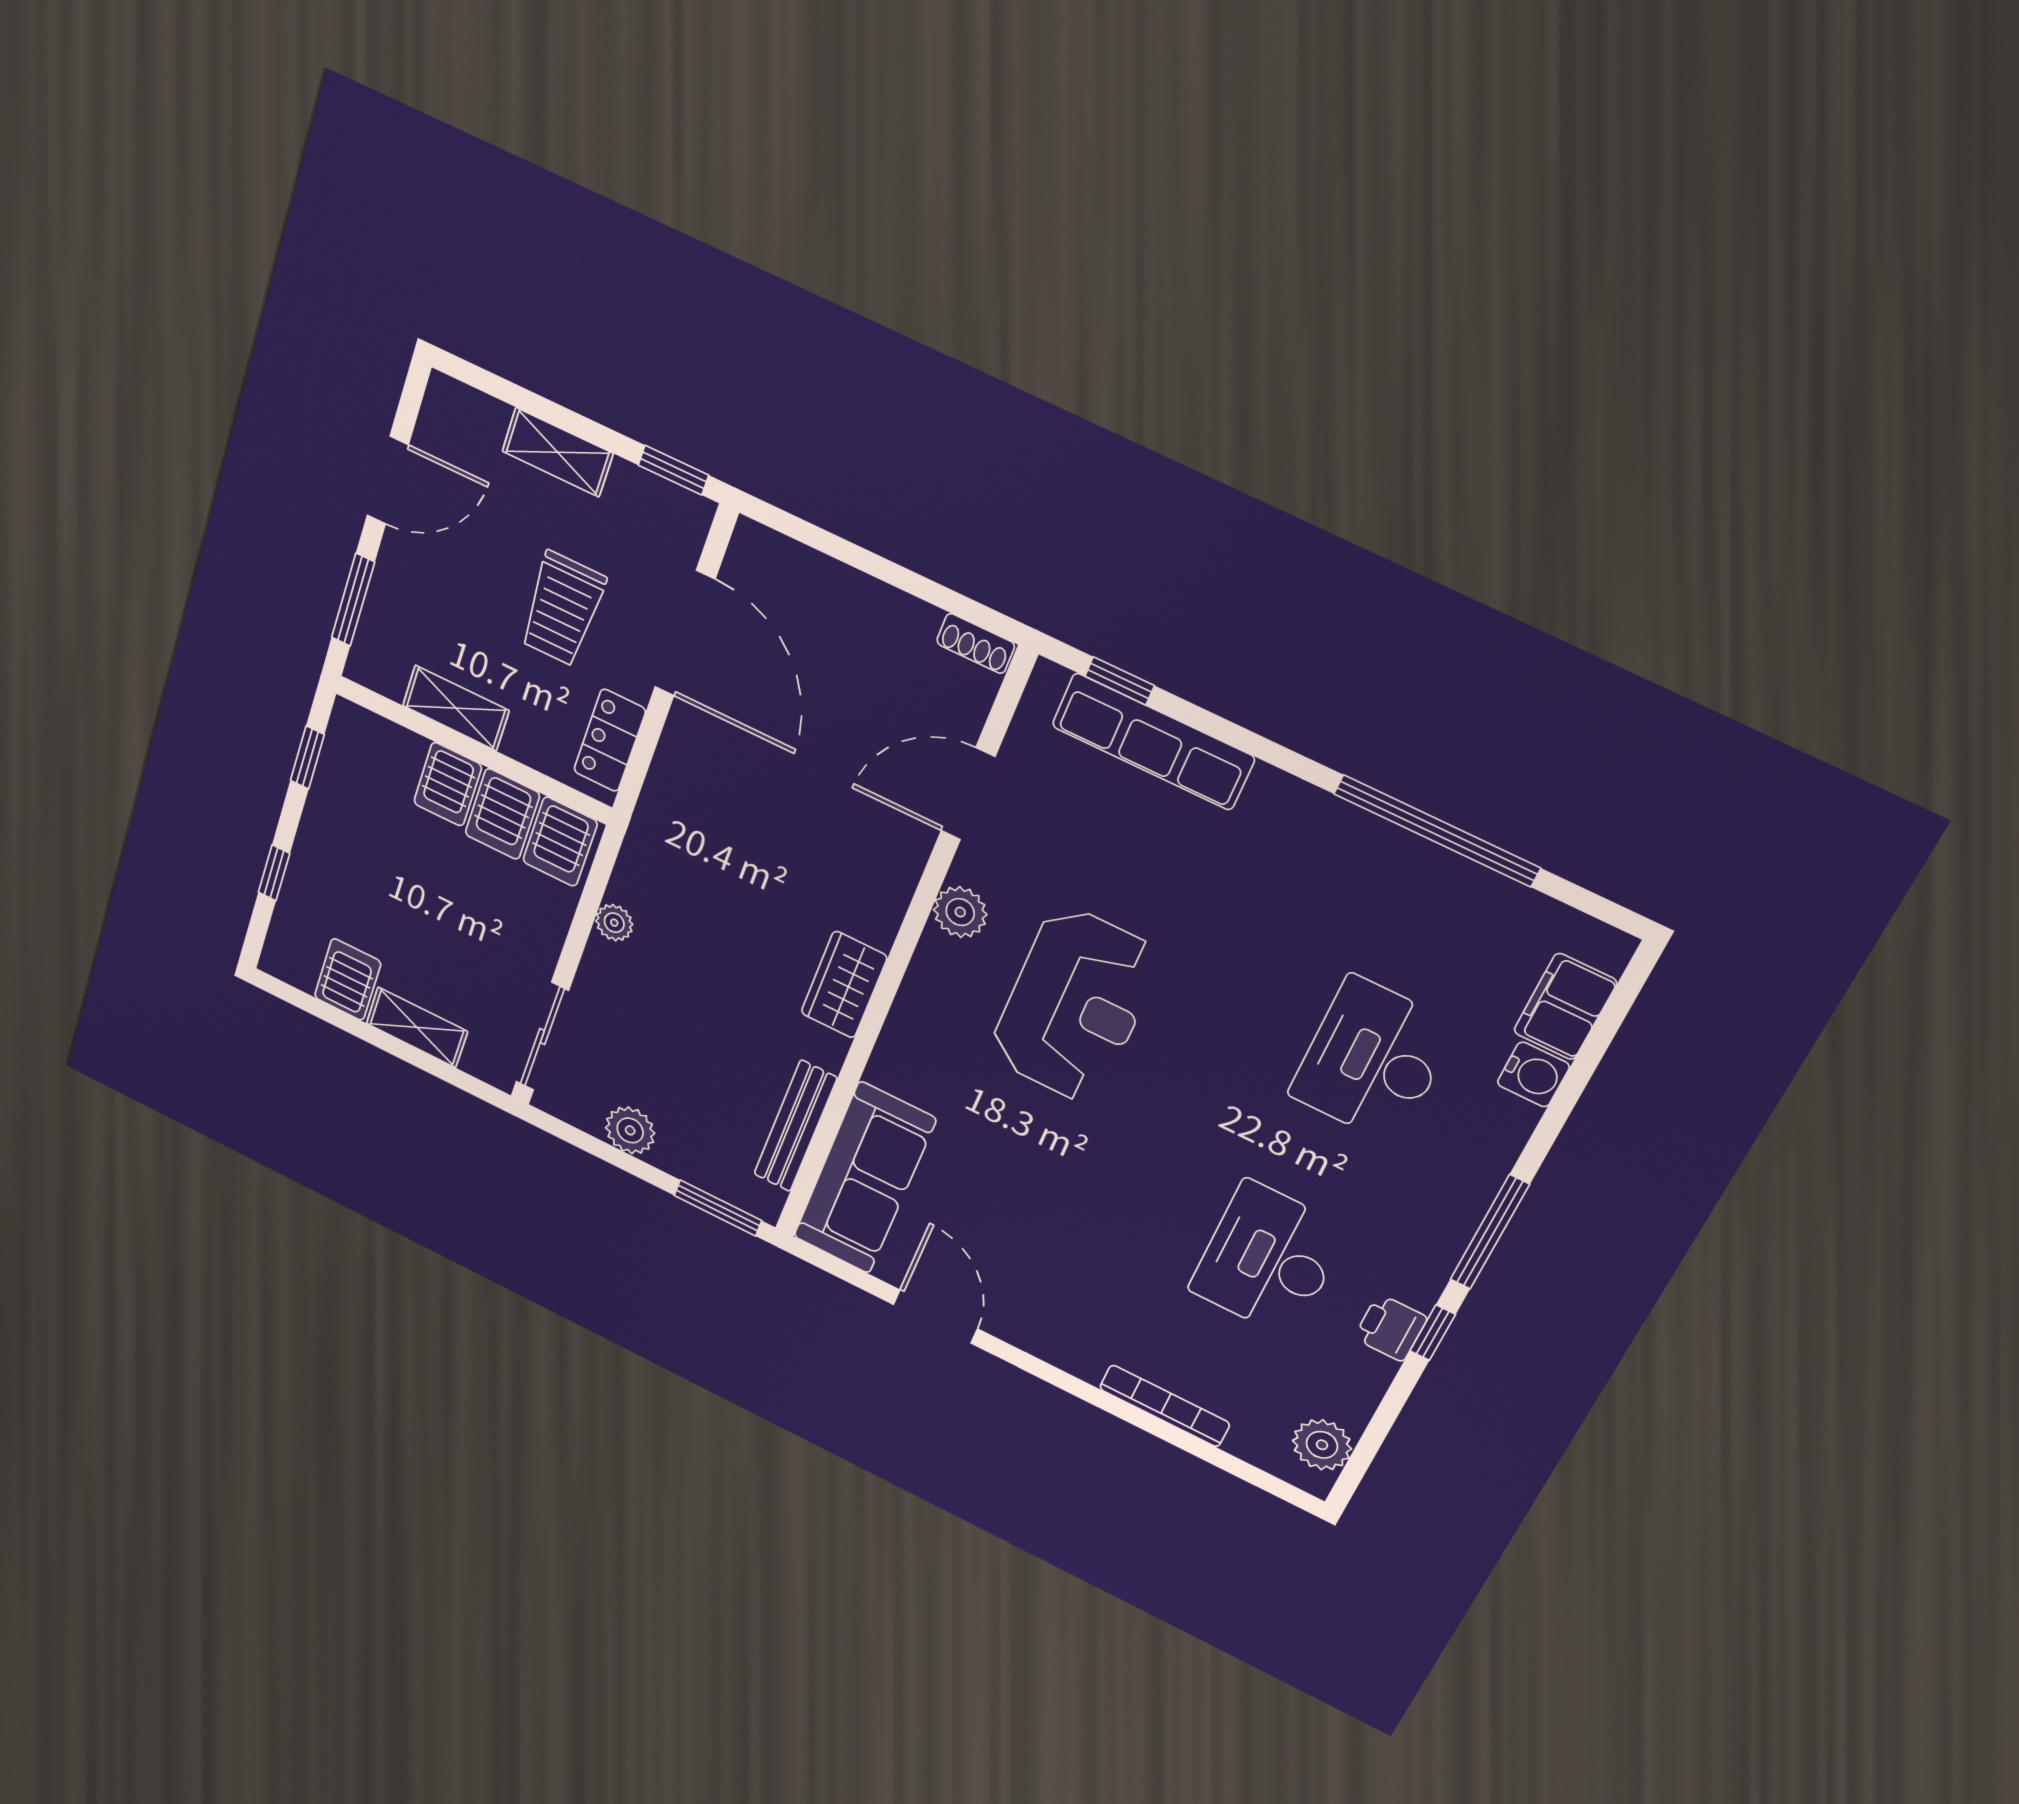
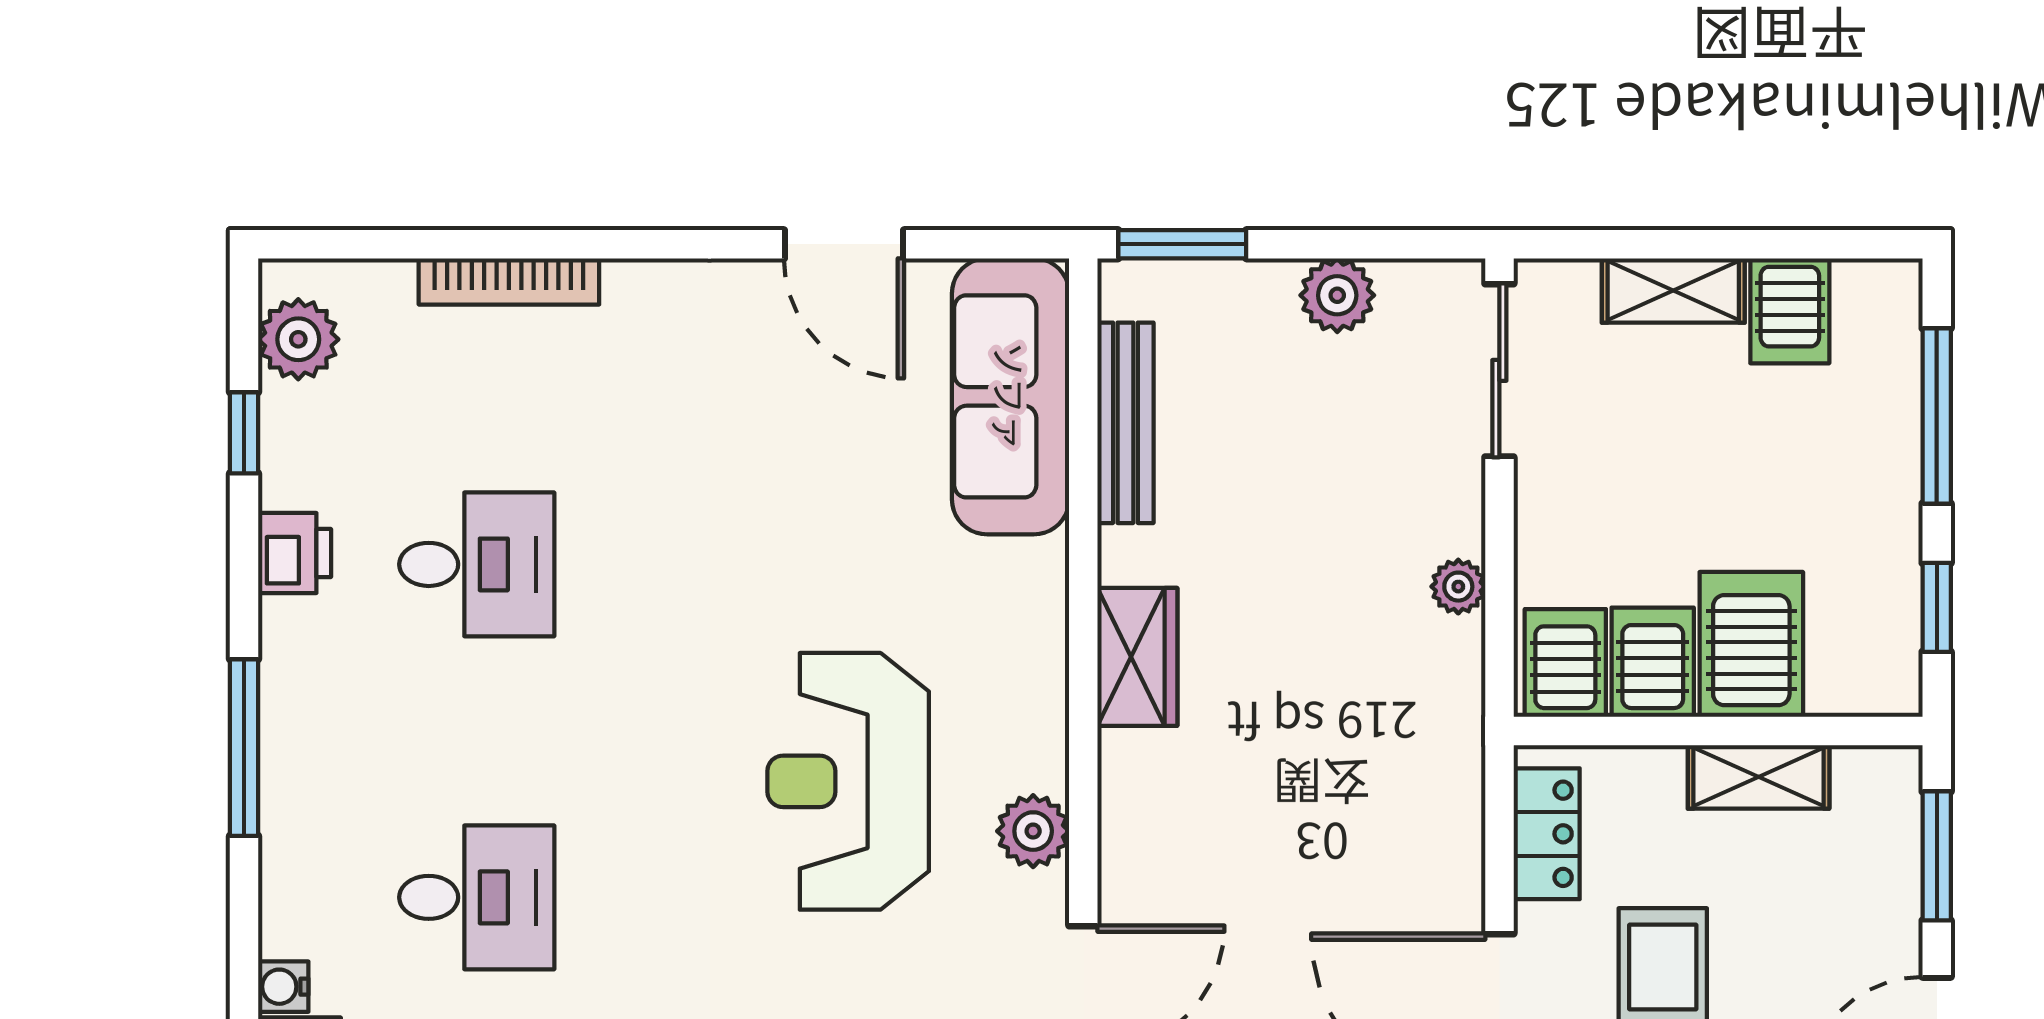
server rack: (448, 784) -> (1751, 644), width x1.36, depth x1.44
window: (274, 873) -> (1937, 416), width x2.17
desk: (1373, 1060) -> (477, 897), width x0.73
water cooler: (1533, 1074) -> (283, 987), width x0.72, depth x0.72
desk: (1268, 1259) -> (477, 564), width x0.73
window: (1433, 1333) -> (244, 433), moved

